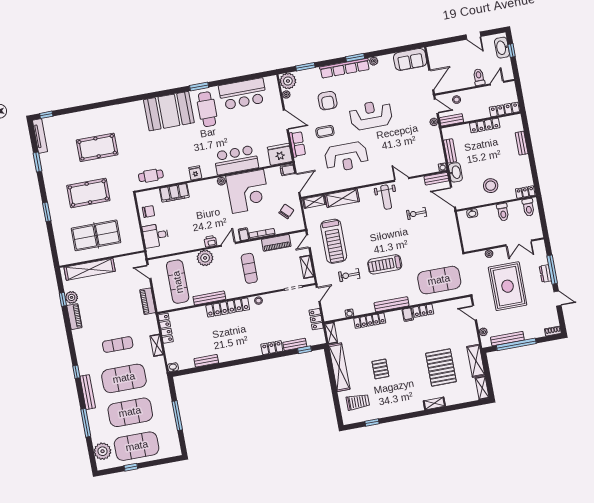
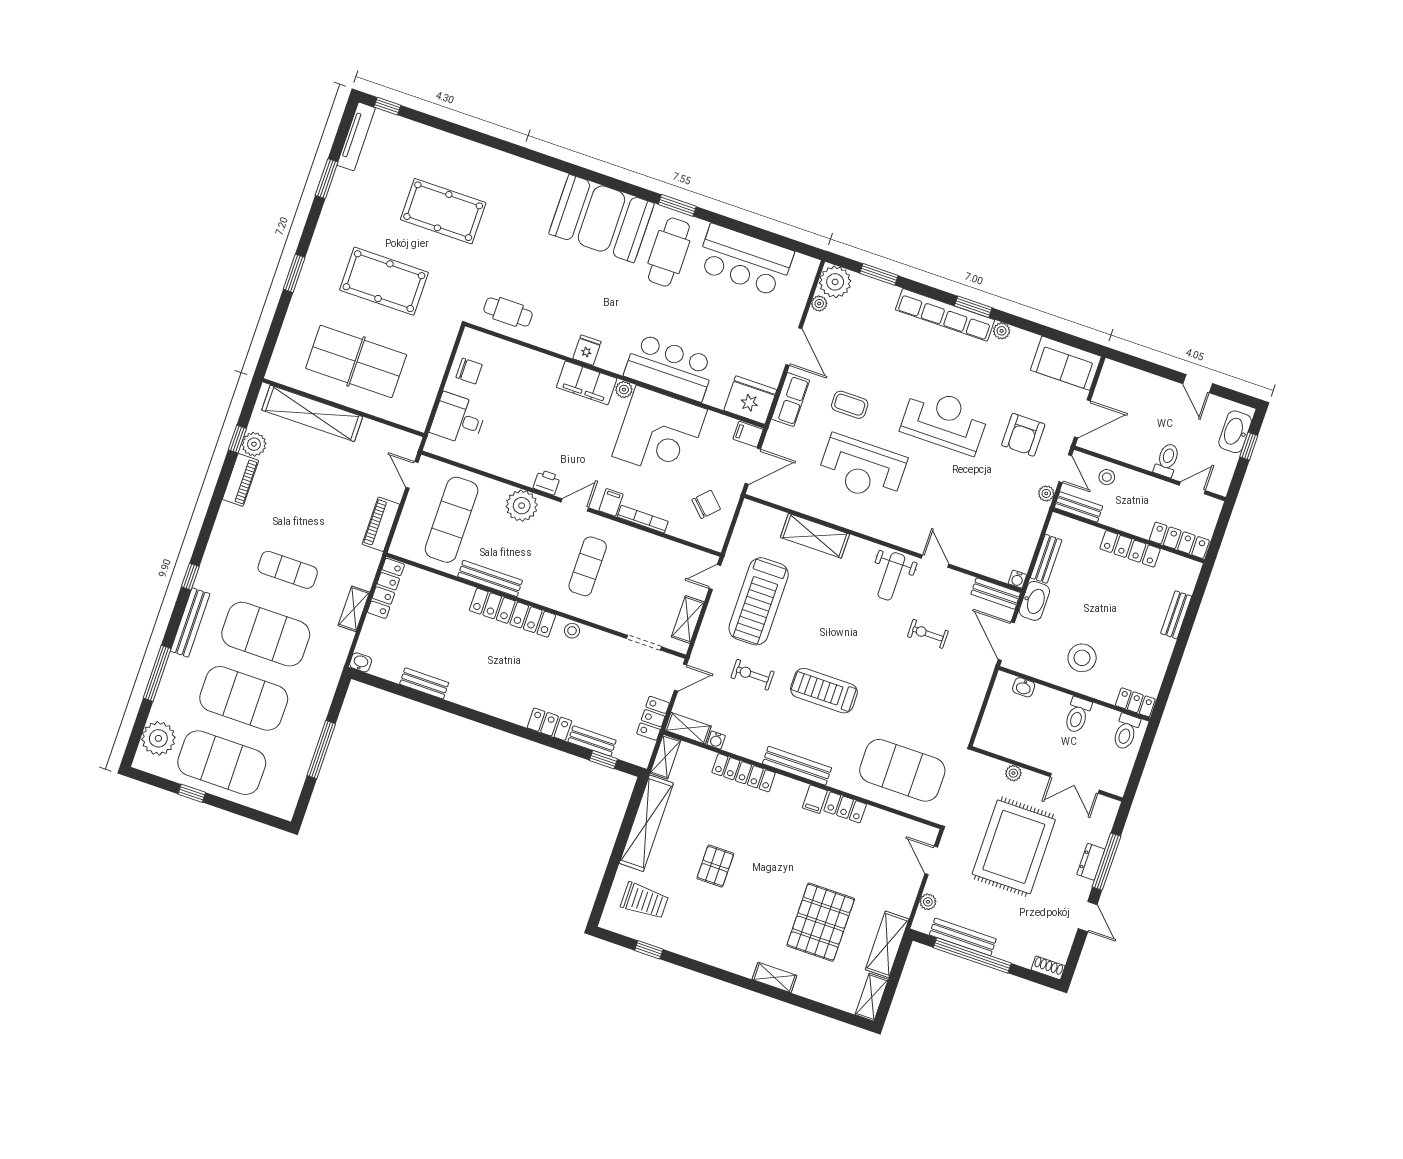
armchair: (328, 101) -> (1023, 435), moved
filing cabinet: (174, 193) -> (587, 383), moved
shelving: (314, 202) -> (688, 728), moved
piano: (276, 243) -> (658, 549), removed

